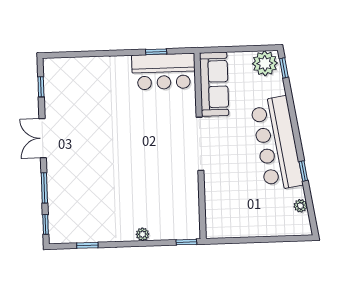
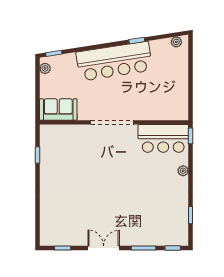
plant: (265, 63) -> (45, 68), width x0.53, depth x0.53
bar counter: (164, 72) -> (163, 138), moved, turned 90
sofa: (214, 84) -> (58, 109), width x0.73
double door: (43, 138) -> (104, 248), swing flipped
plant: (300, 206) -> (176, 42), moved

